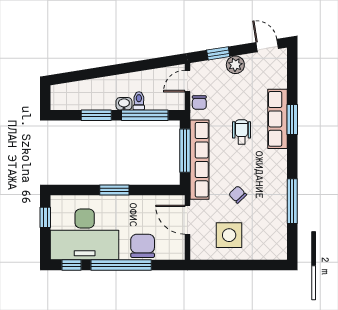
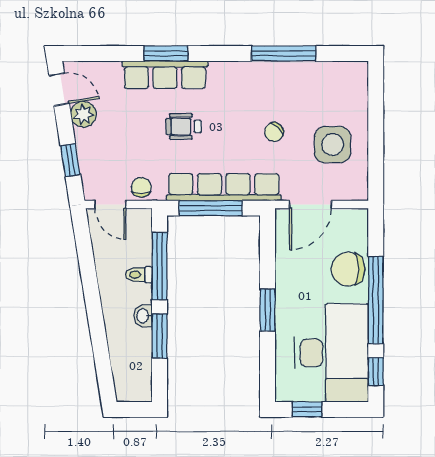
door: (267, 46) -> (59, 89), swing flipped
plant: (235, 65) -> (84, 114), moved
chair: (199, 102) -> (141, 187), turned -90
washbasin: (124, 104) -> (143, 316), moved

